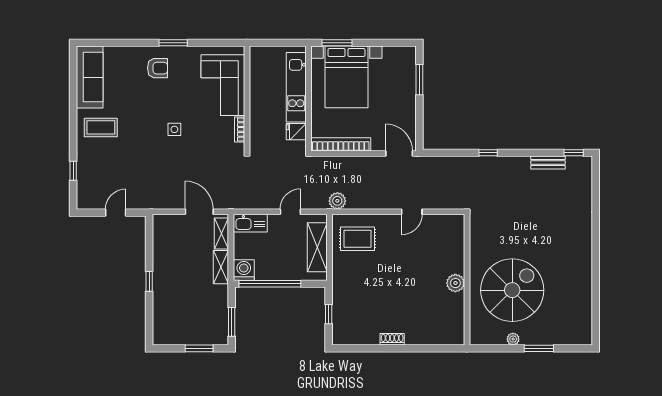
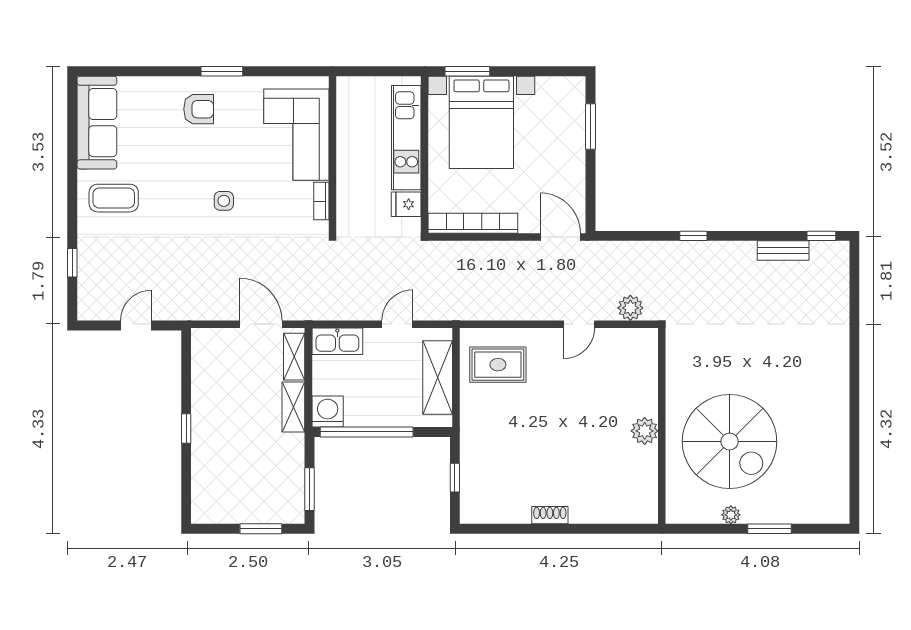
plant: (337, 201) -> (630, 308), moved
spiral stairs: (512, 290) -> (730, 442), turned 90

